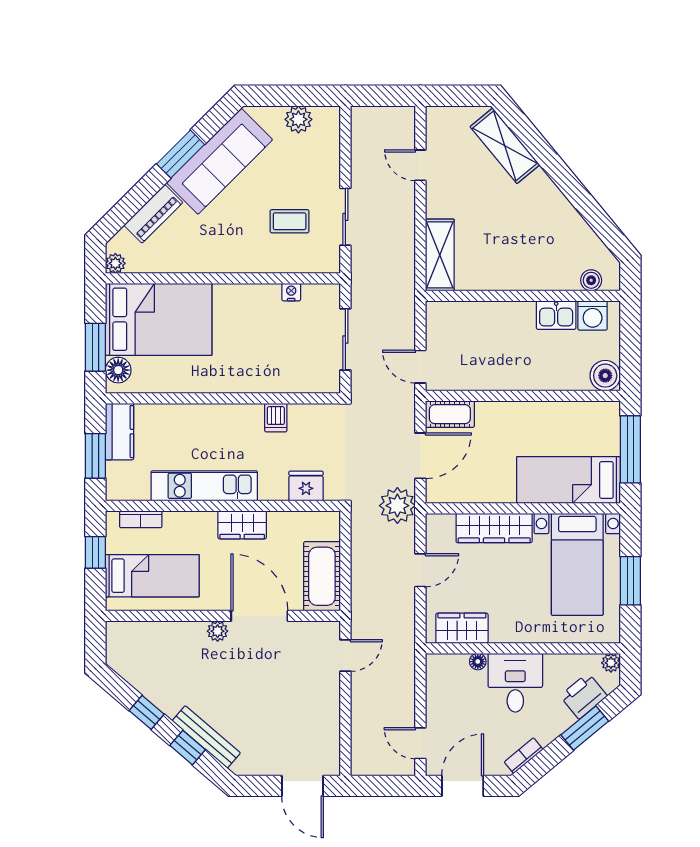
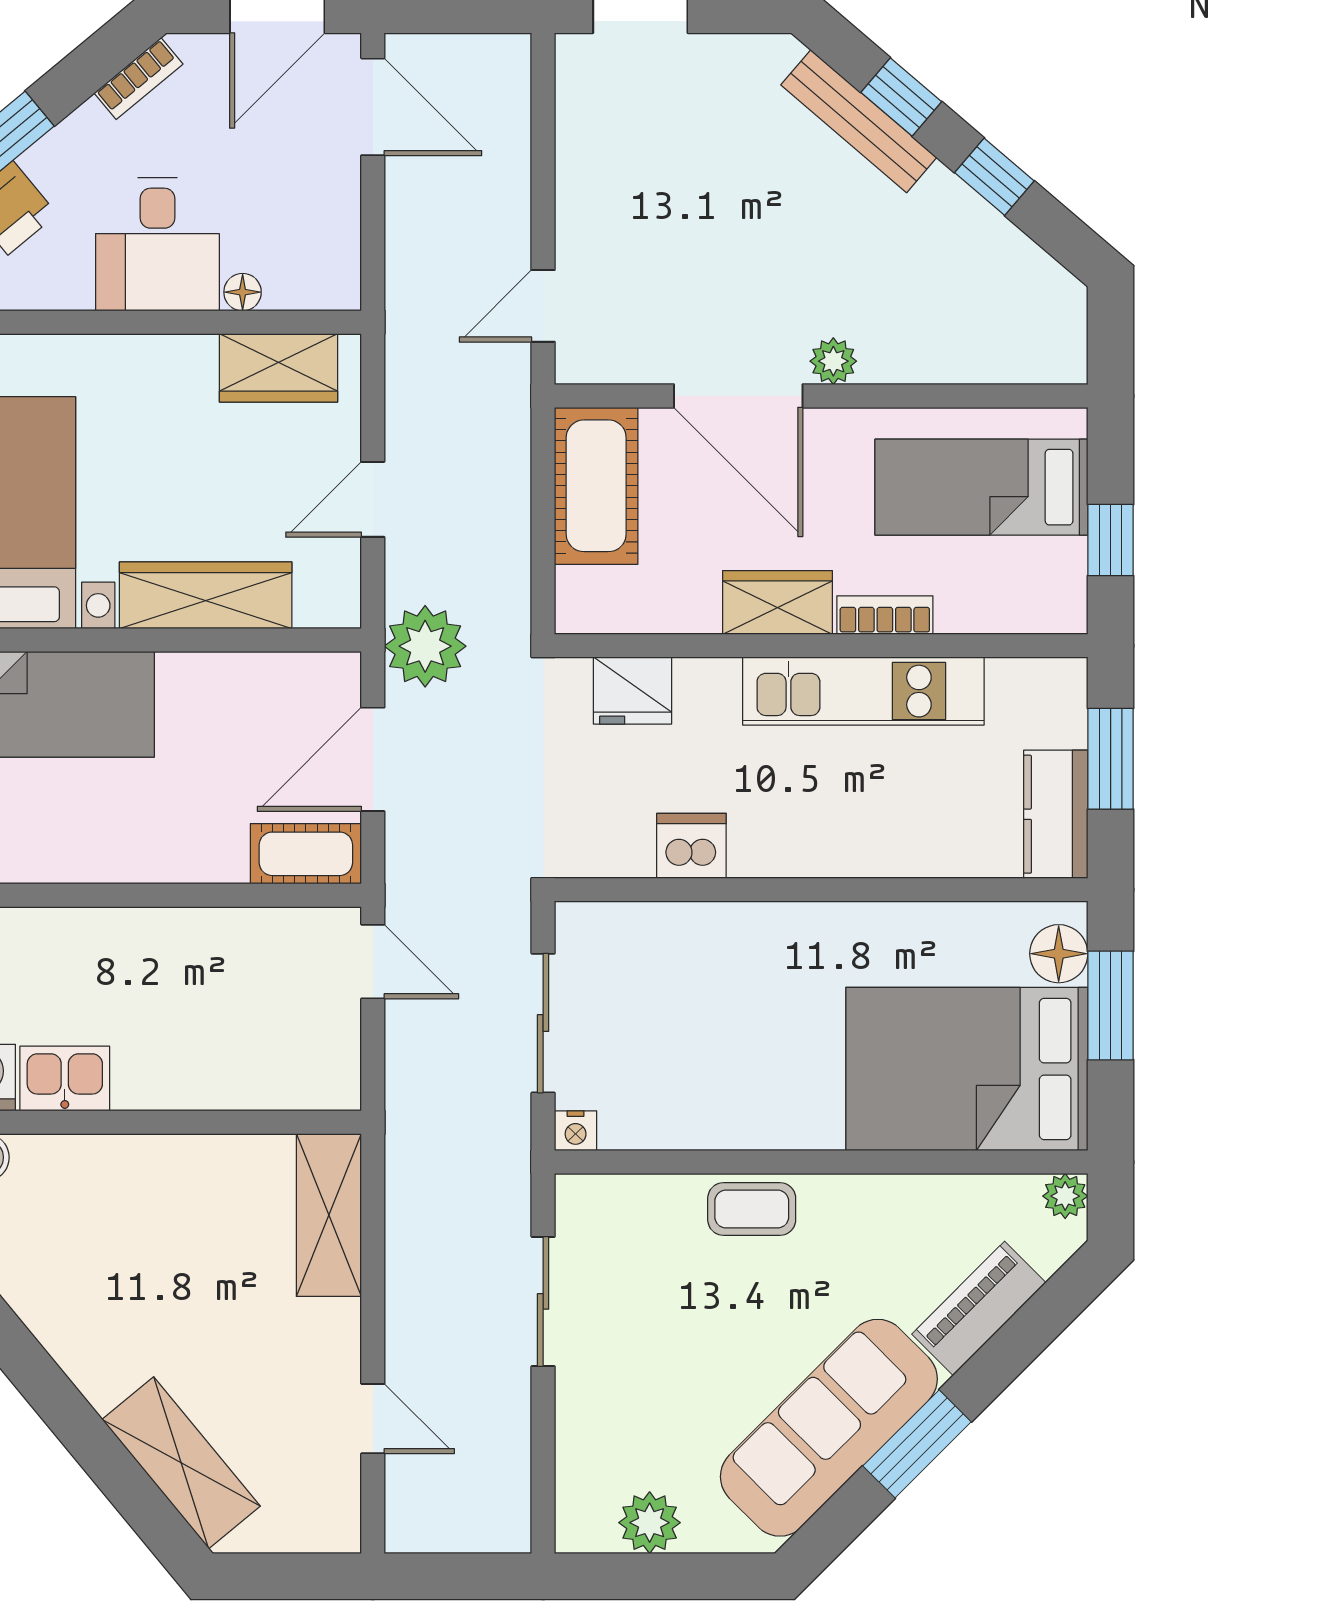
coffee table: (290, 221) -> (752, 1209), moved
nightstand: (291, 292) -> (576, 1131), moved
dishwasher: (276, 418) -> (691, 846), width x1.38
bookcase: (141, 519) -> (885, 615), moved
door: (420, 743) -> (373, 107), width x1.38

